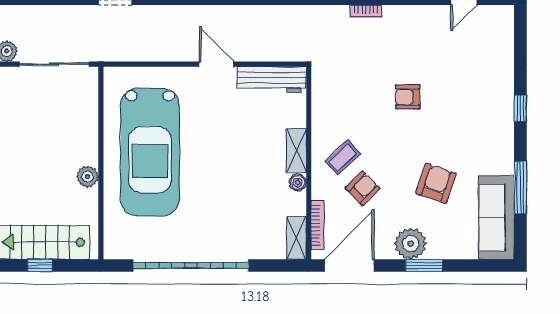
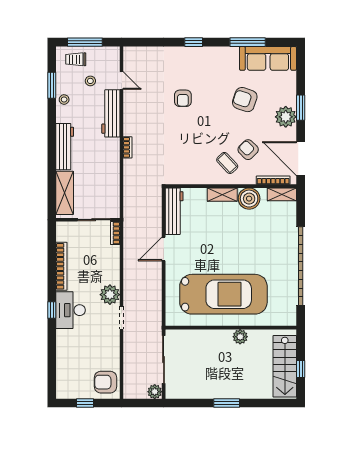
armchair: (408, 97) -> (183, 98), moved
boiler: (298, 182) -> (249, 199), width x1.86, depth x1.86

